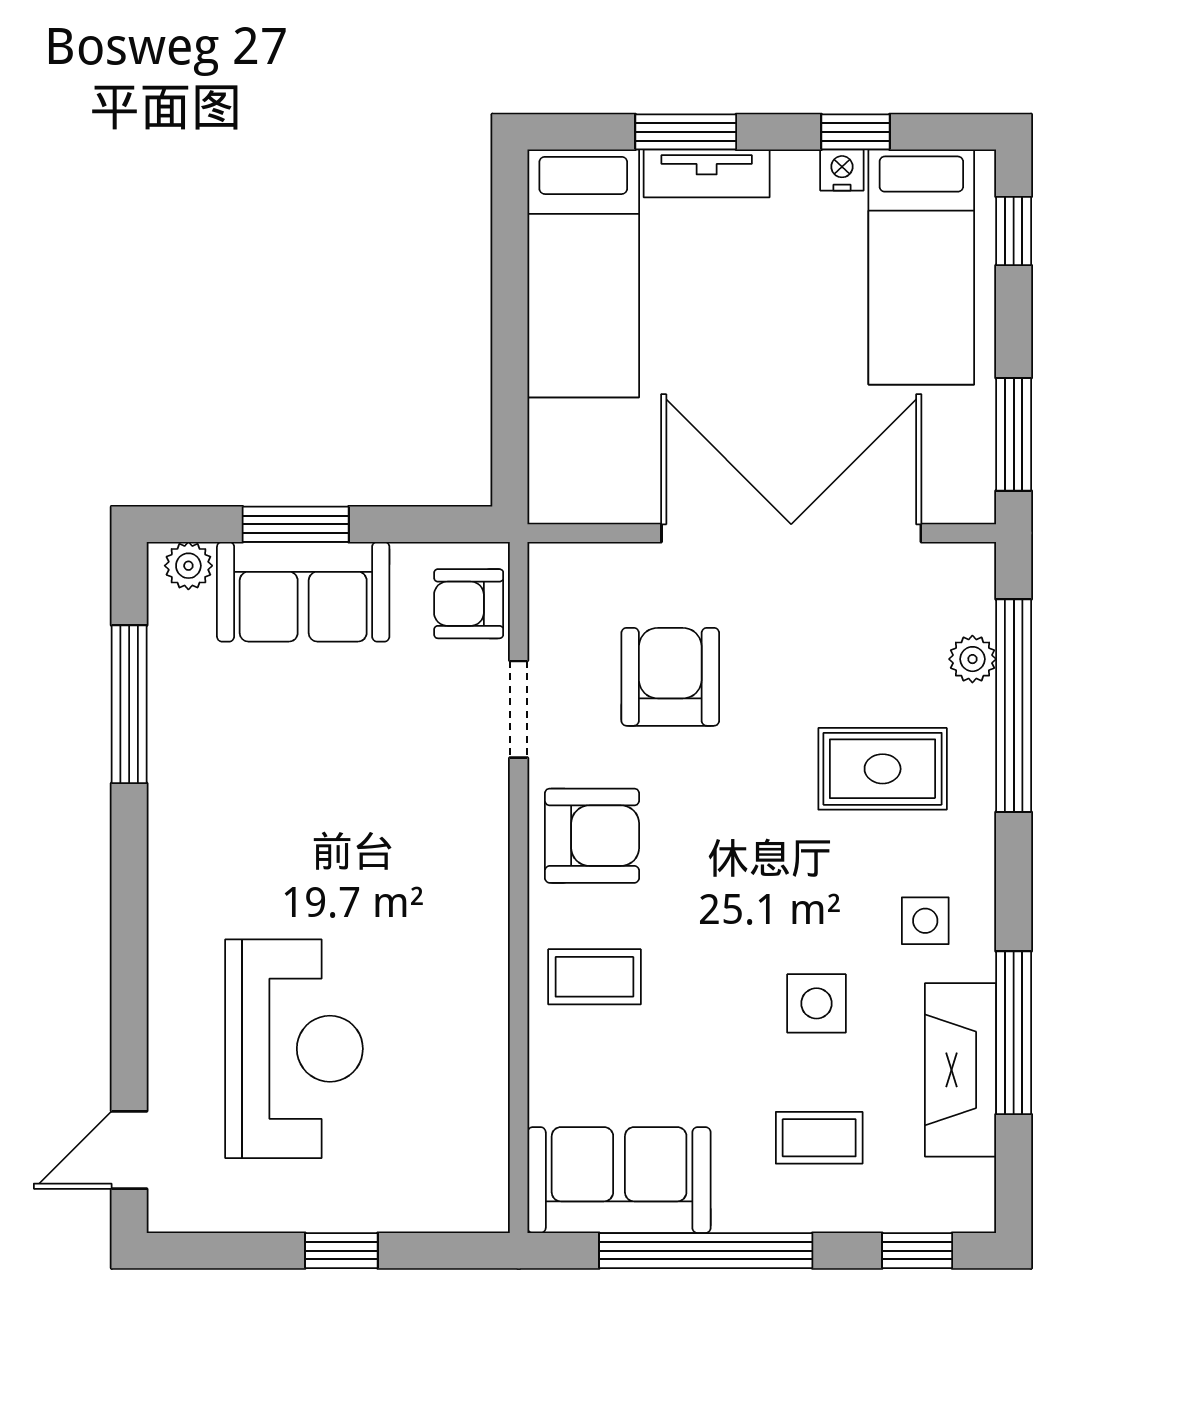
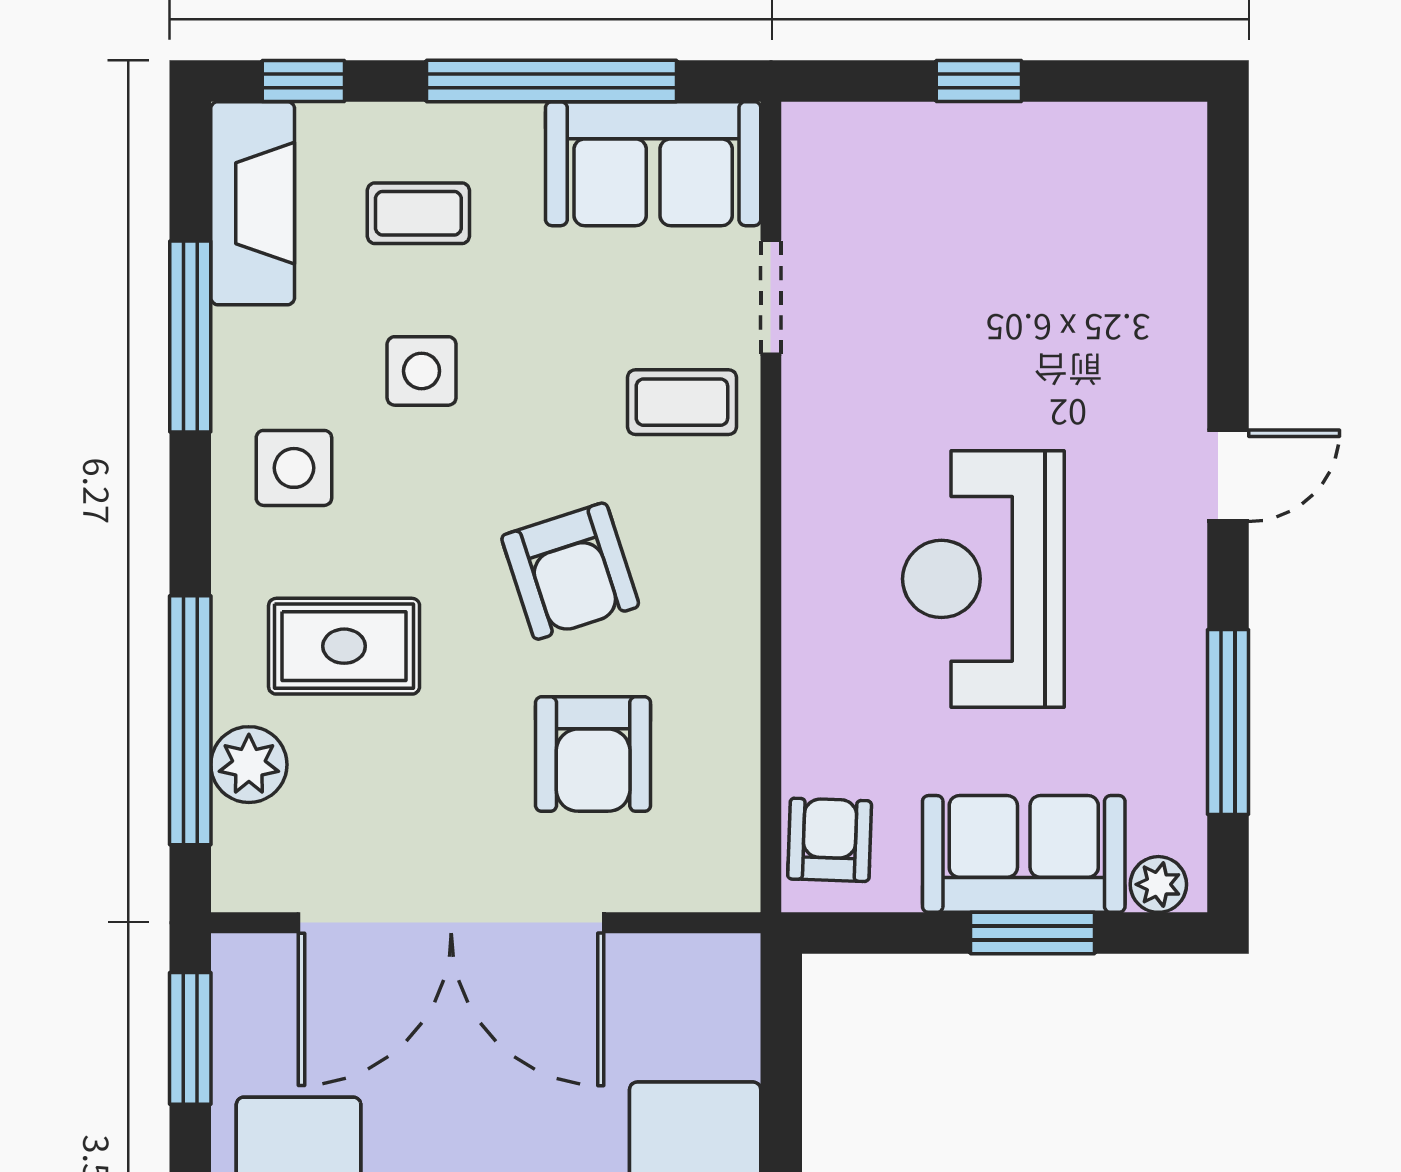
armchair: (469, 604) -> (830, 840), turned -88
plant: (972, 659) -> (249, 765), width x1.38, depth x1.38
doorway: (519, 709) -> (771, 297), moved
armchair: (592, 836) -> (570, 571), moved, turned -108
side table: (925, 921) -> (294, 468), width x1.37, depth x1.37
reception desk: (294, 1049) -> (983, 579), moved
fireplace: (960, 1070) -> (253, 203), moved
door: (129, 1150) -> (1228, 476), moved

